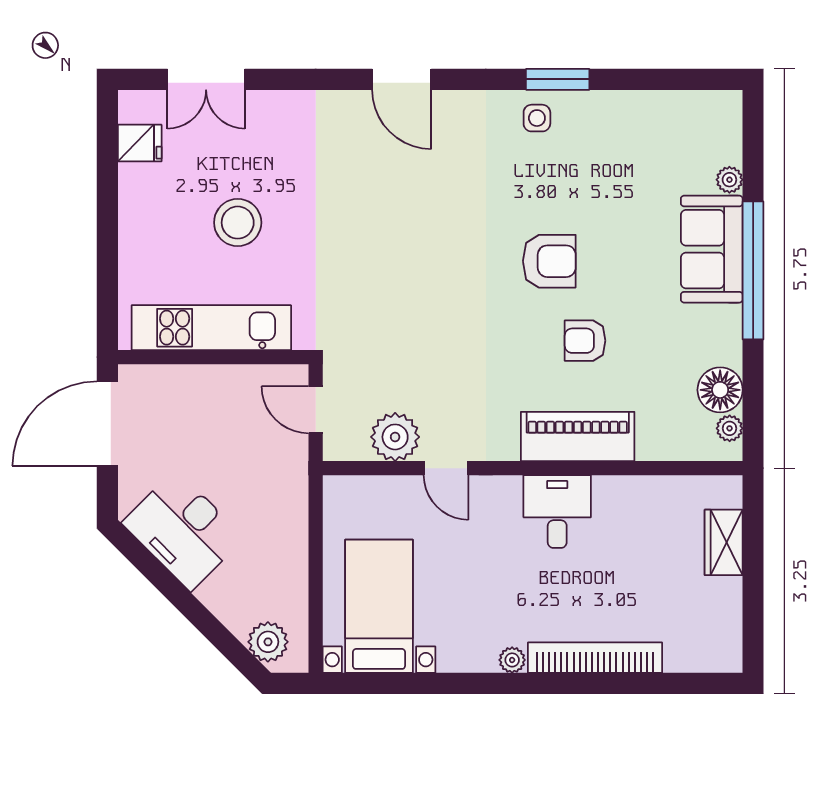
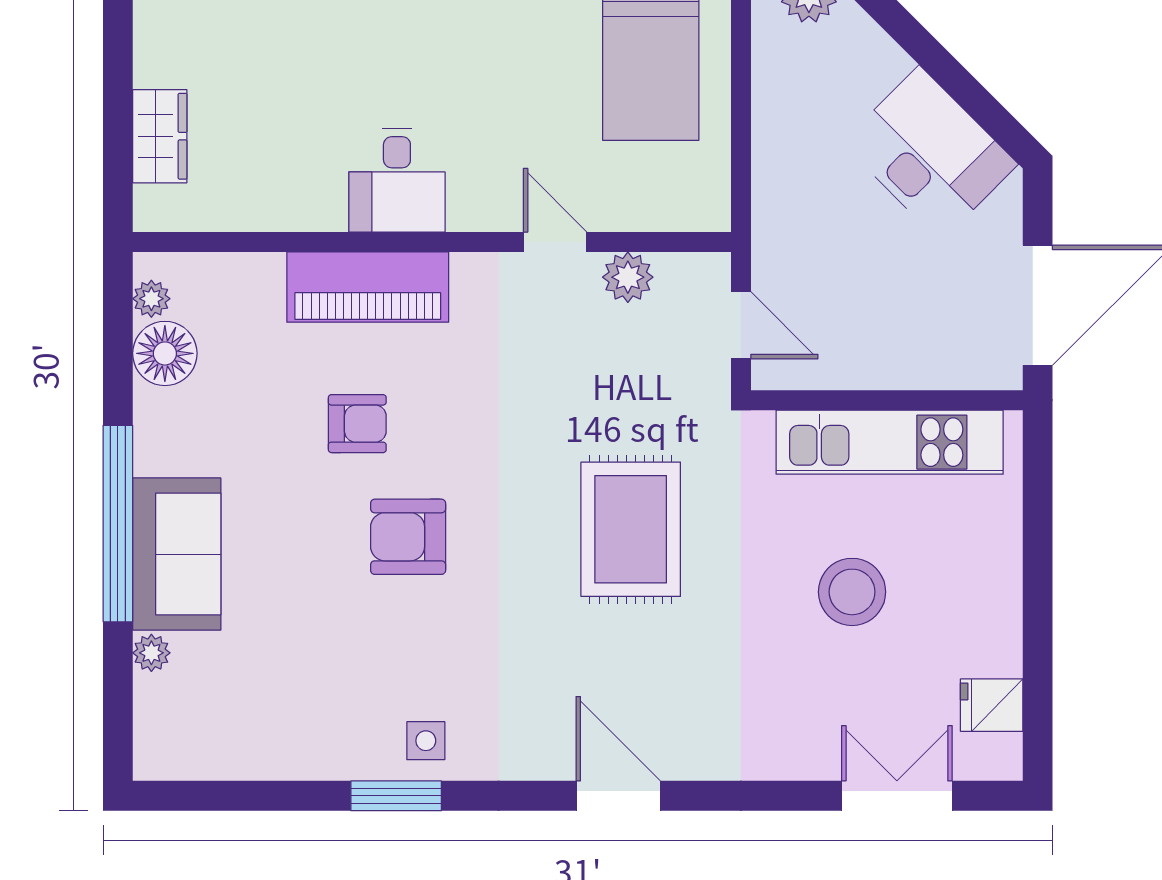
rug: (393, 267) -> (631, 529), added
plant: (395, 437) -> (628, 277), width x0.73, depth x0.73

